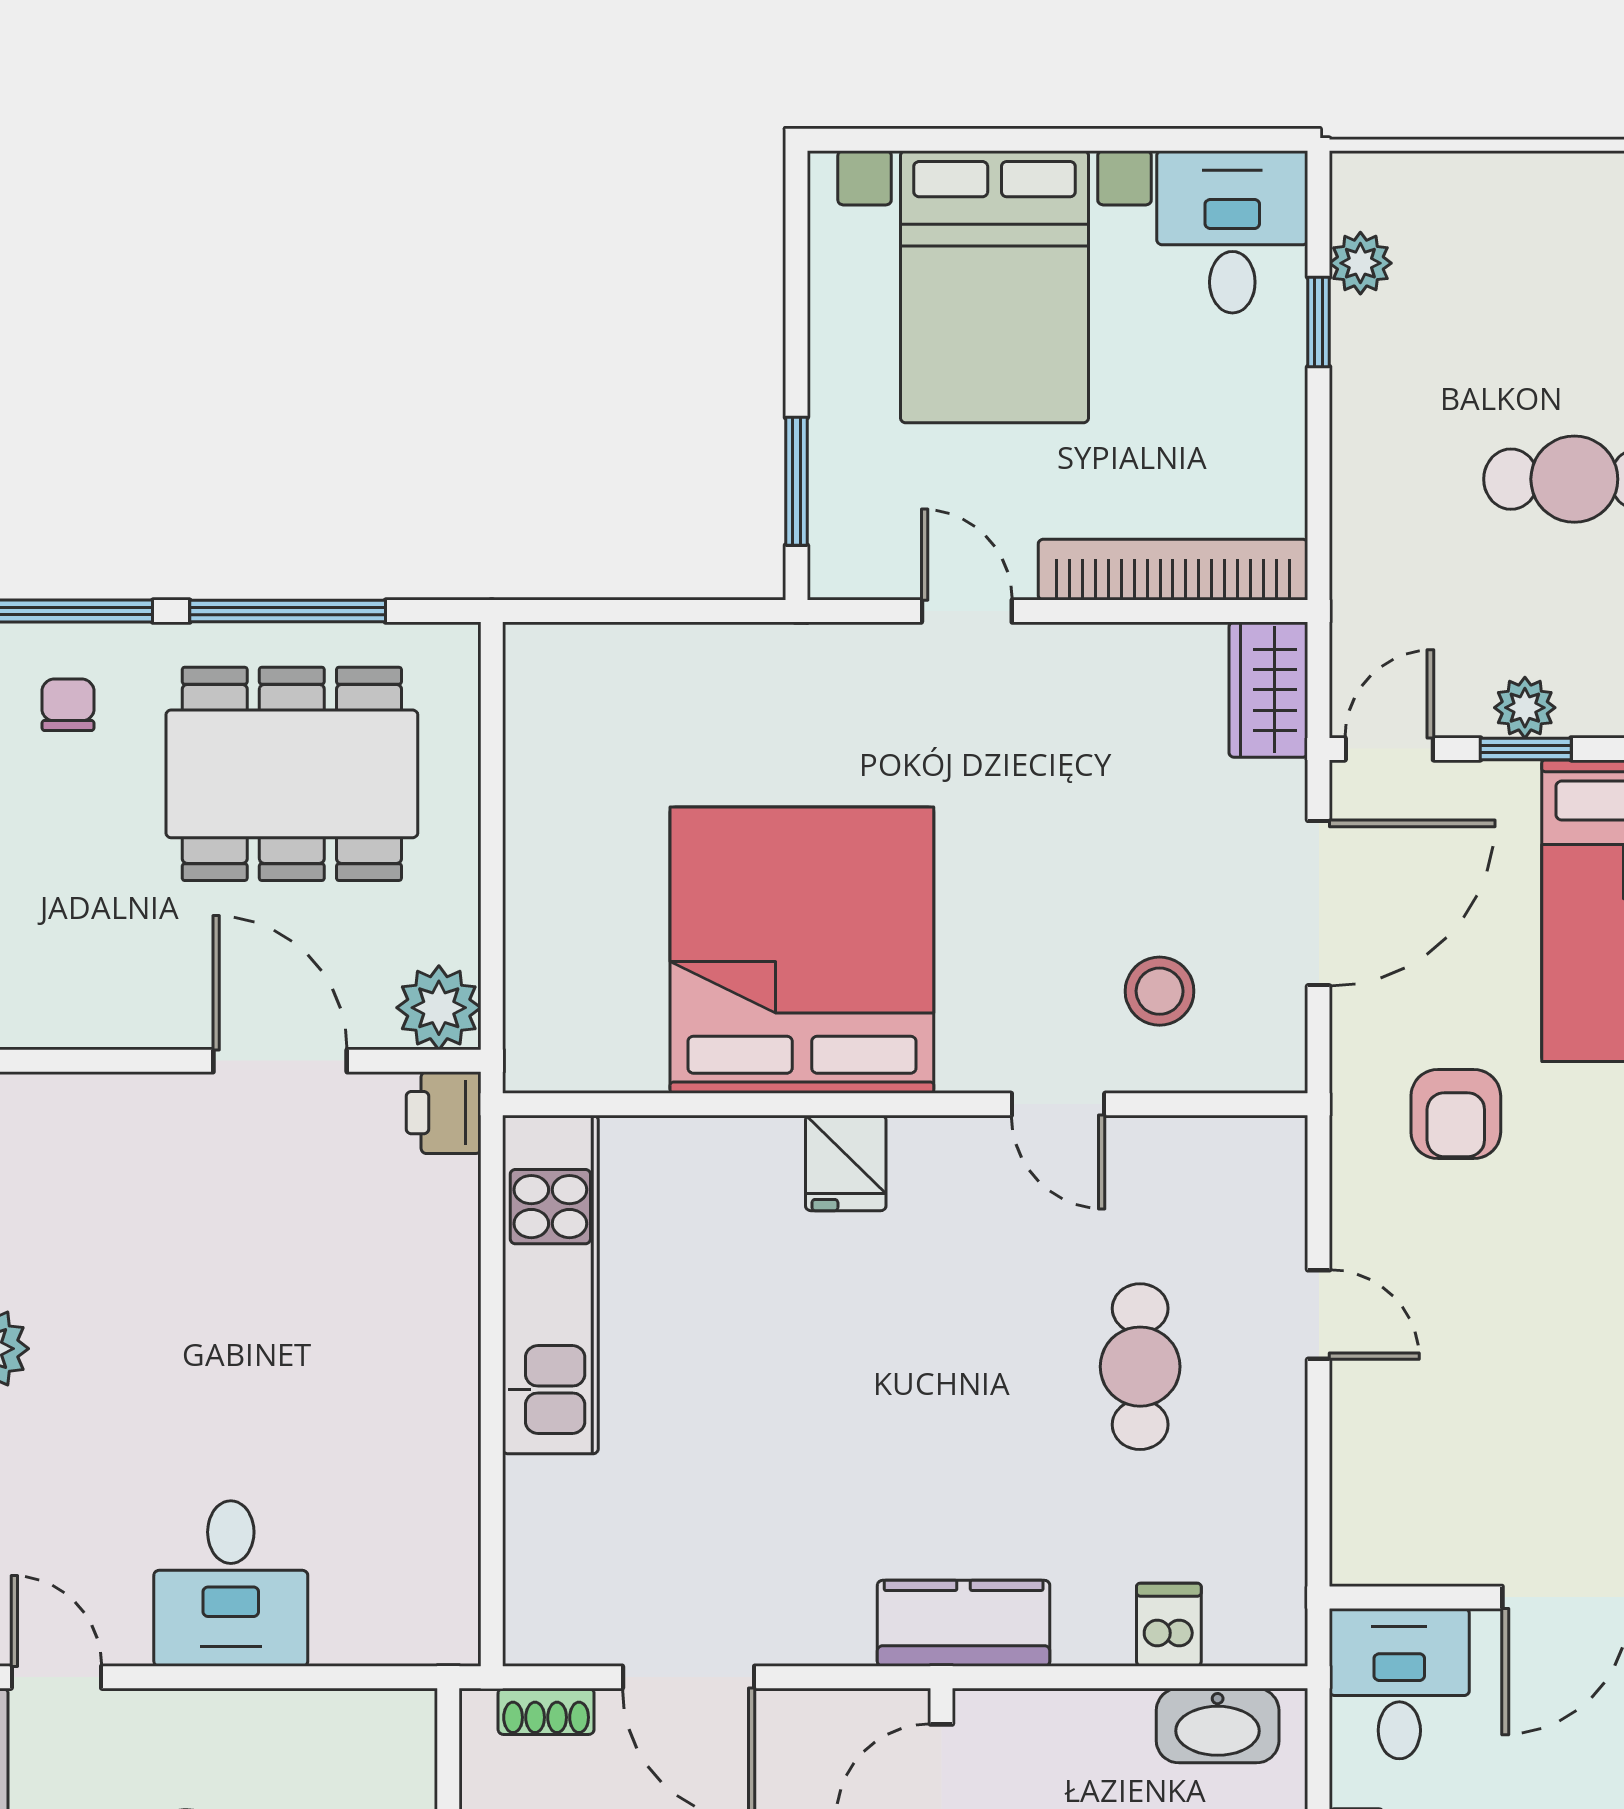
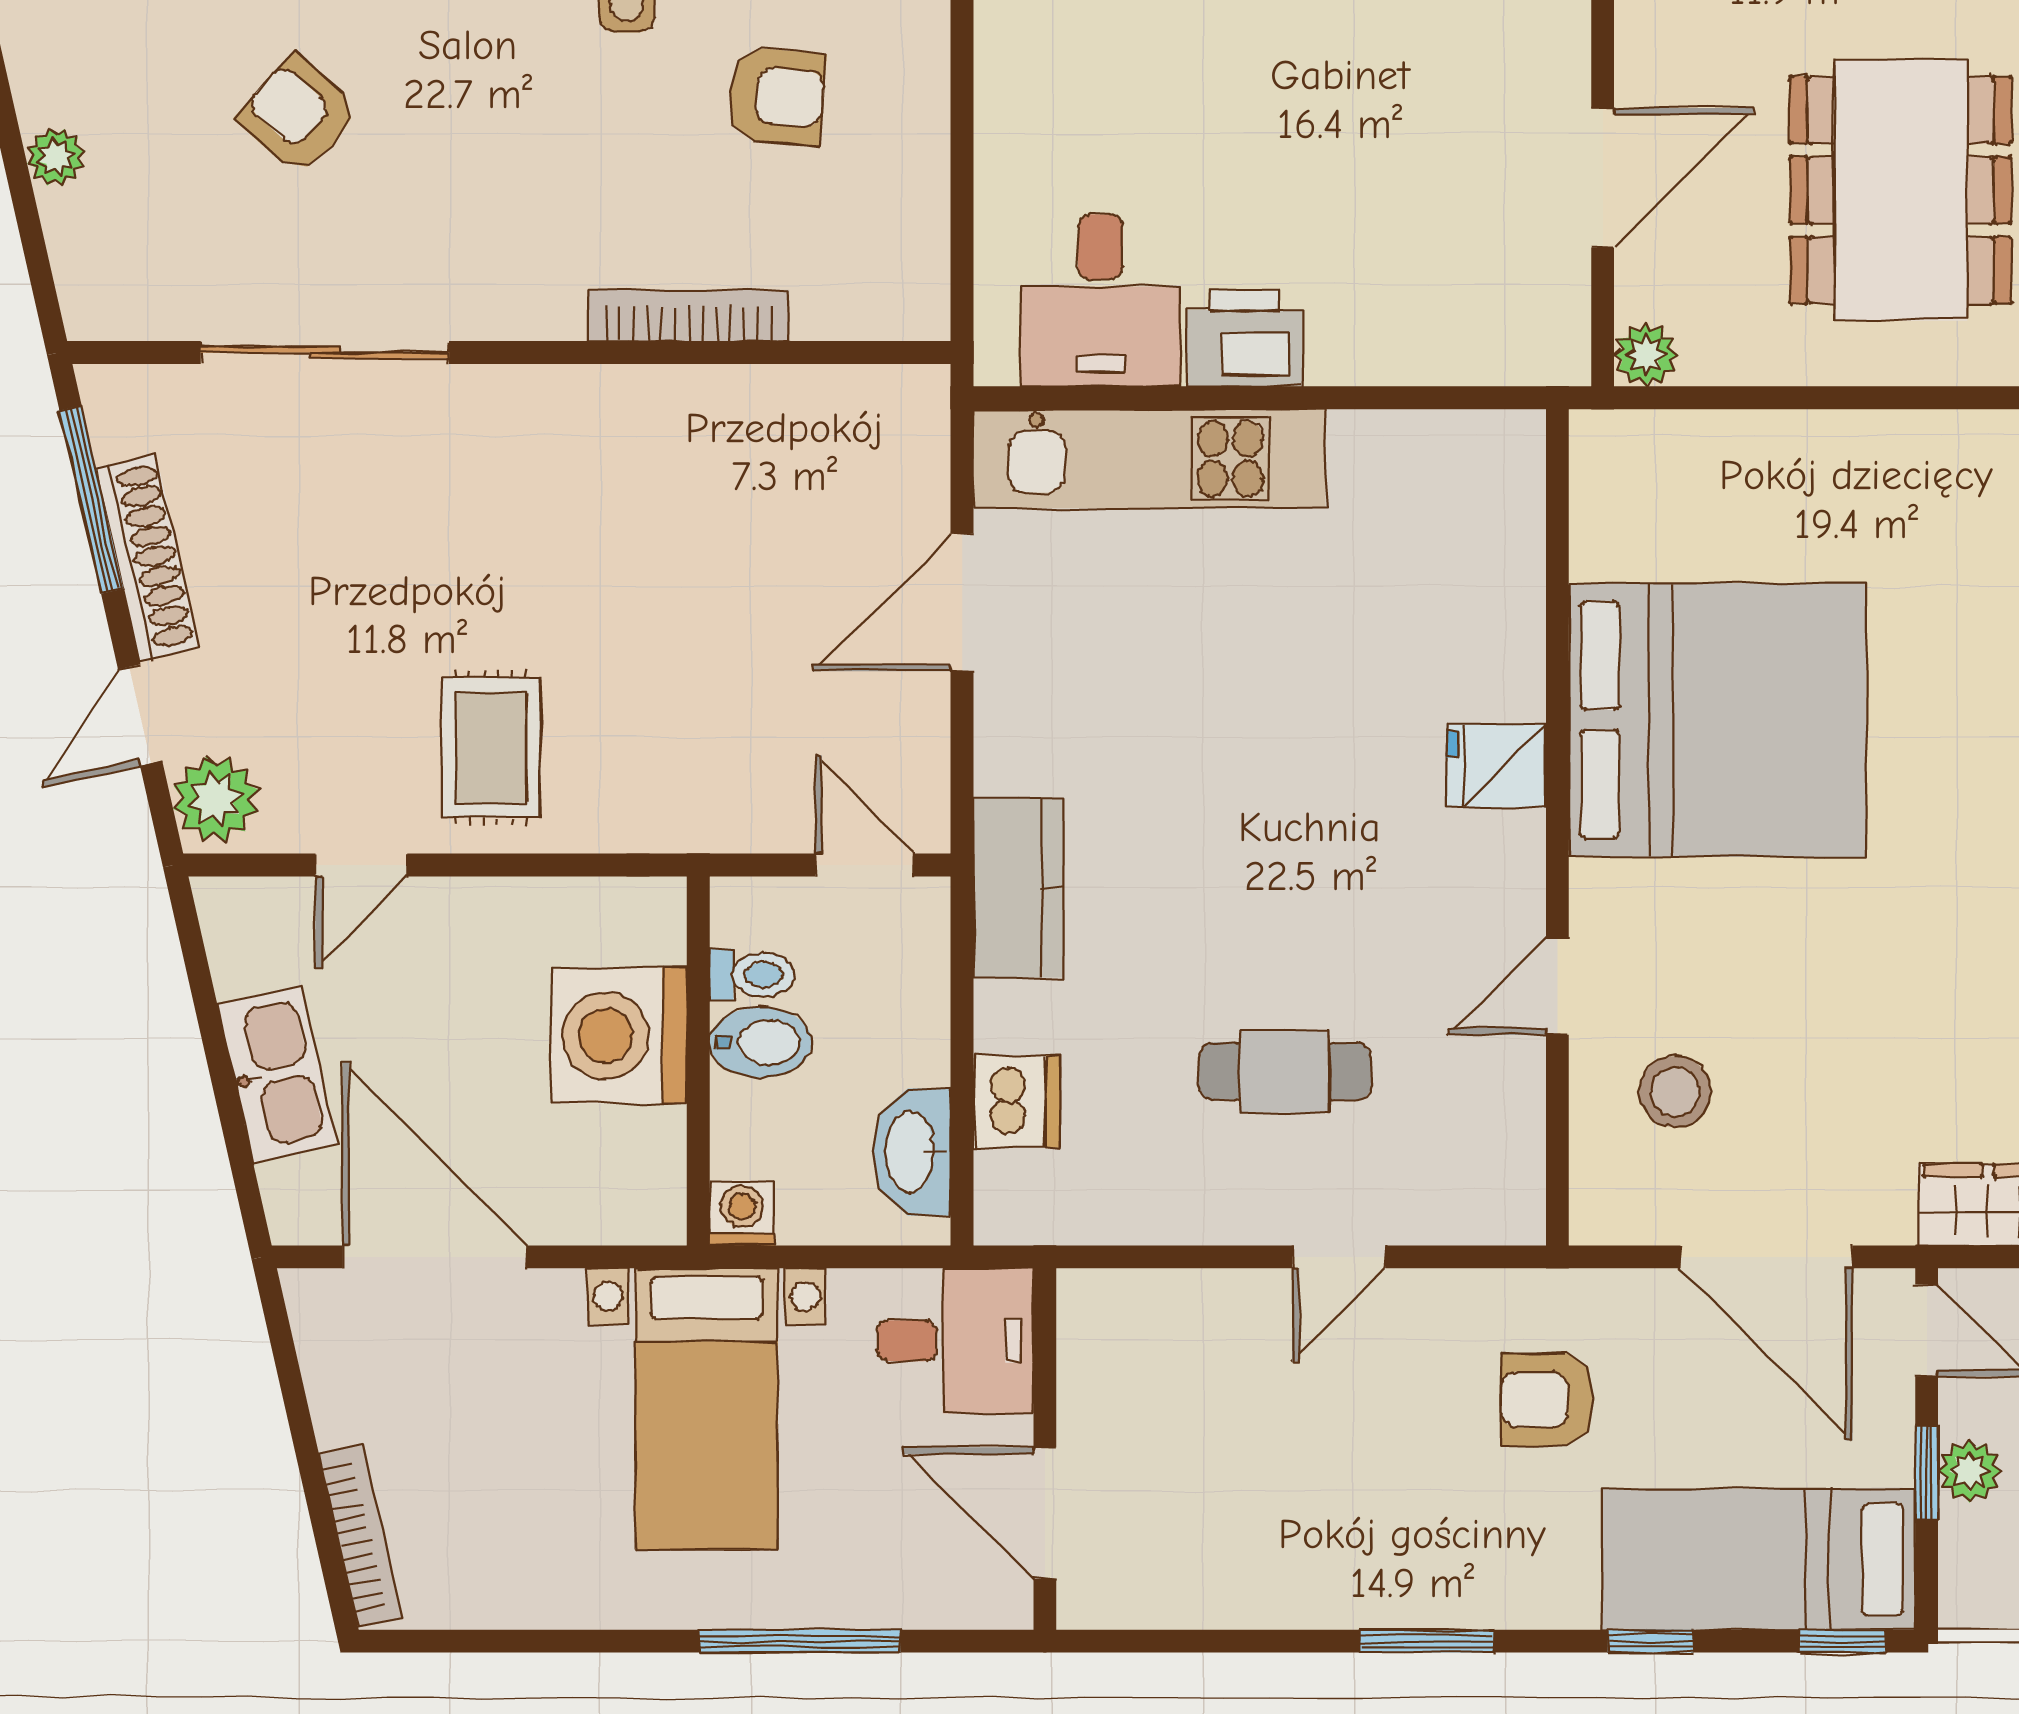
plant: (439, 1008) -> (1646, 355), width x0.73, depth x0.73
printer: (444, 1113) -> (1244, 338), moved, width x1.36, depth x1.24
kitchen unit: (550, 1285) -> (1149, 459), moved
desk: (231, 1583) -> (1100, 300), moved, turned -90
dishwasher: (1169, 1625) -> (1017, 1101), width x1.38
shoe rack: (546, 1711) -> (927, 454), removed

